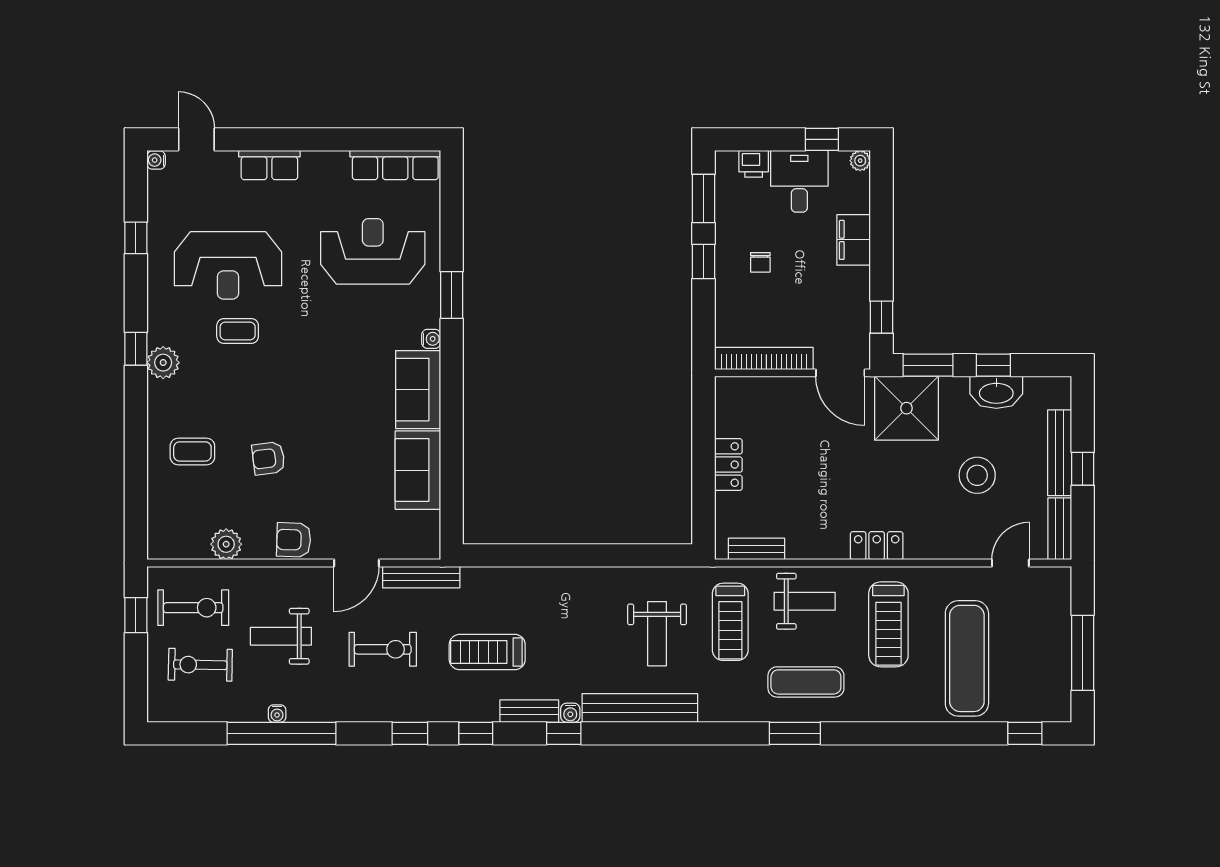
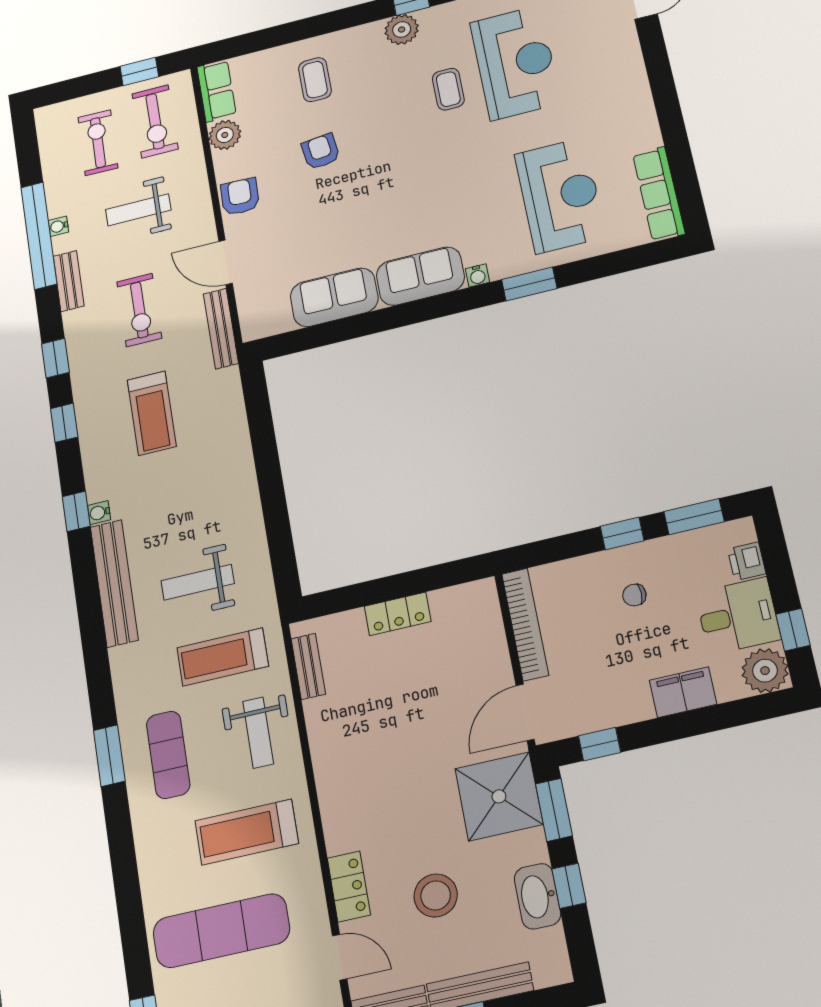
plant: (860, 161) -> (765, 671), width x1.87, depth x1.87
row of seats: (269, 165) -> (217, 91), moved, turned 180
reception desk: (228, 265) -> (515, 63), turned 180
locker: (877, 546) -> (349, 887), moved
weight bench: (281, 636) -> (138, 210), turned -90
treadmill: (487, 652) -> (152, 413), turned 180
bench: (529, 711) -> (69, 281), moved

